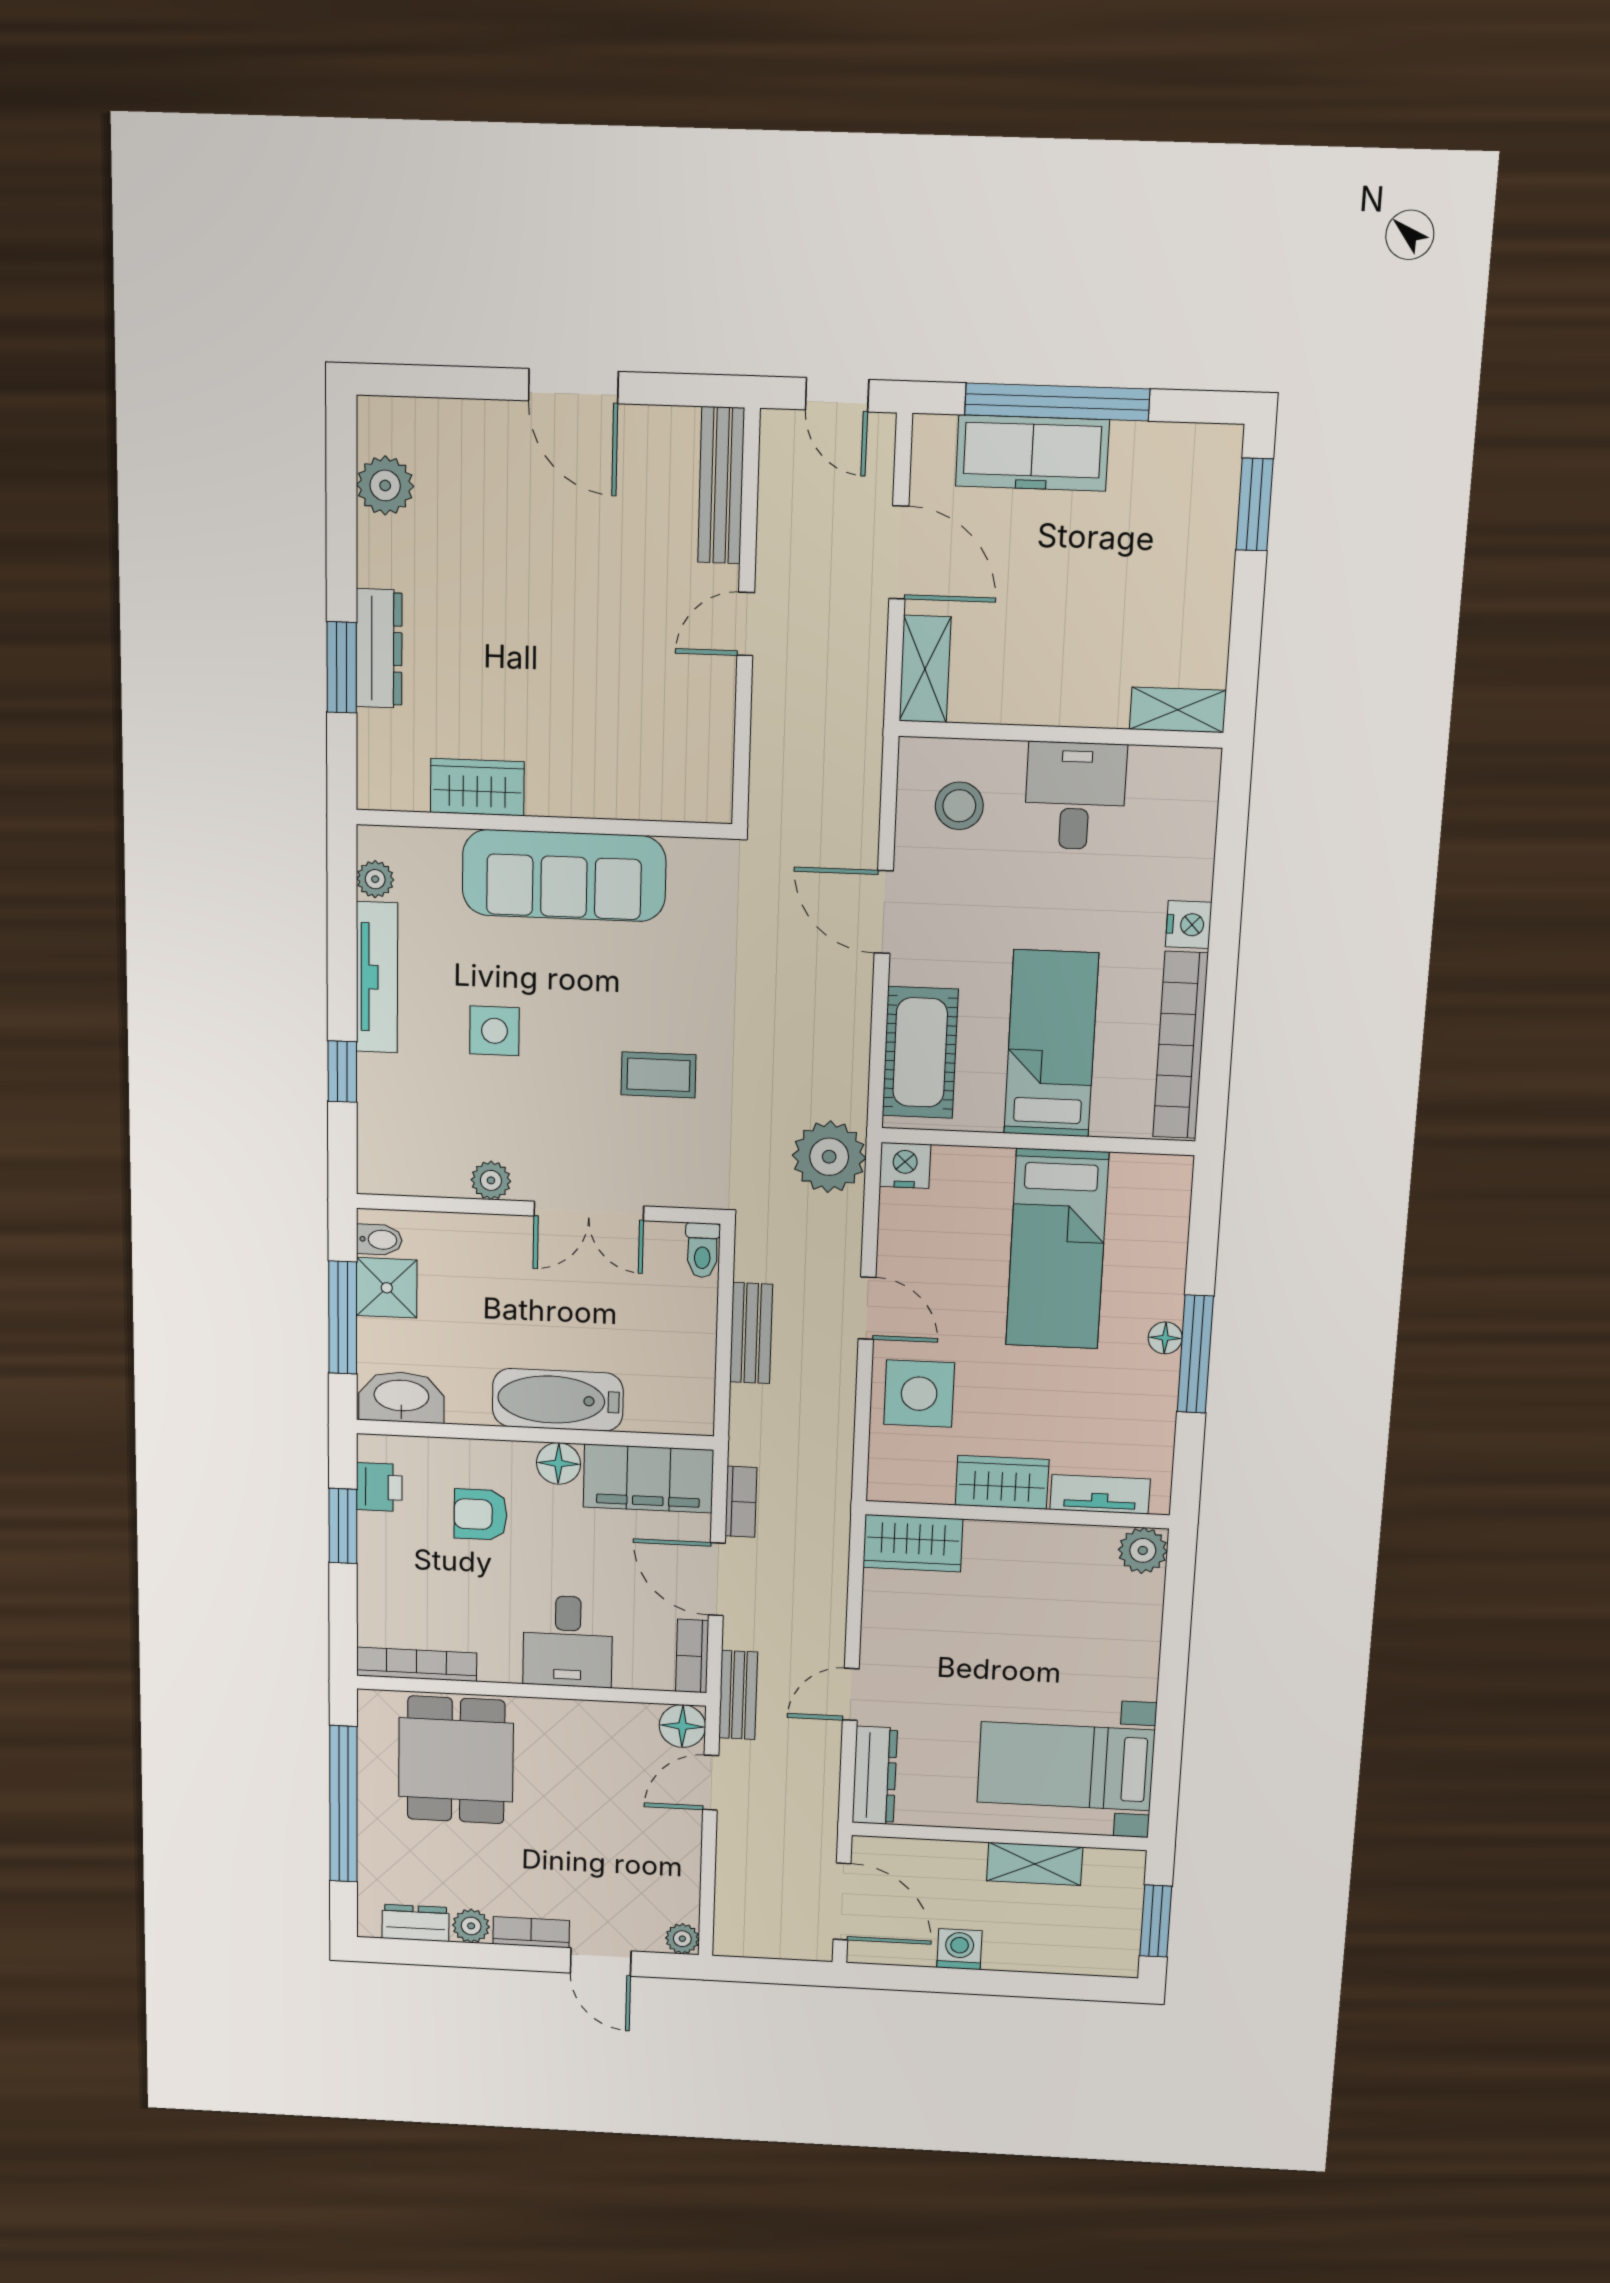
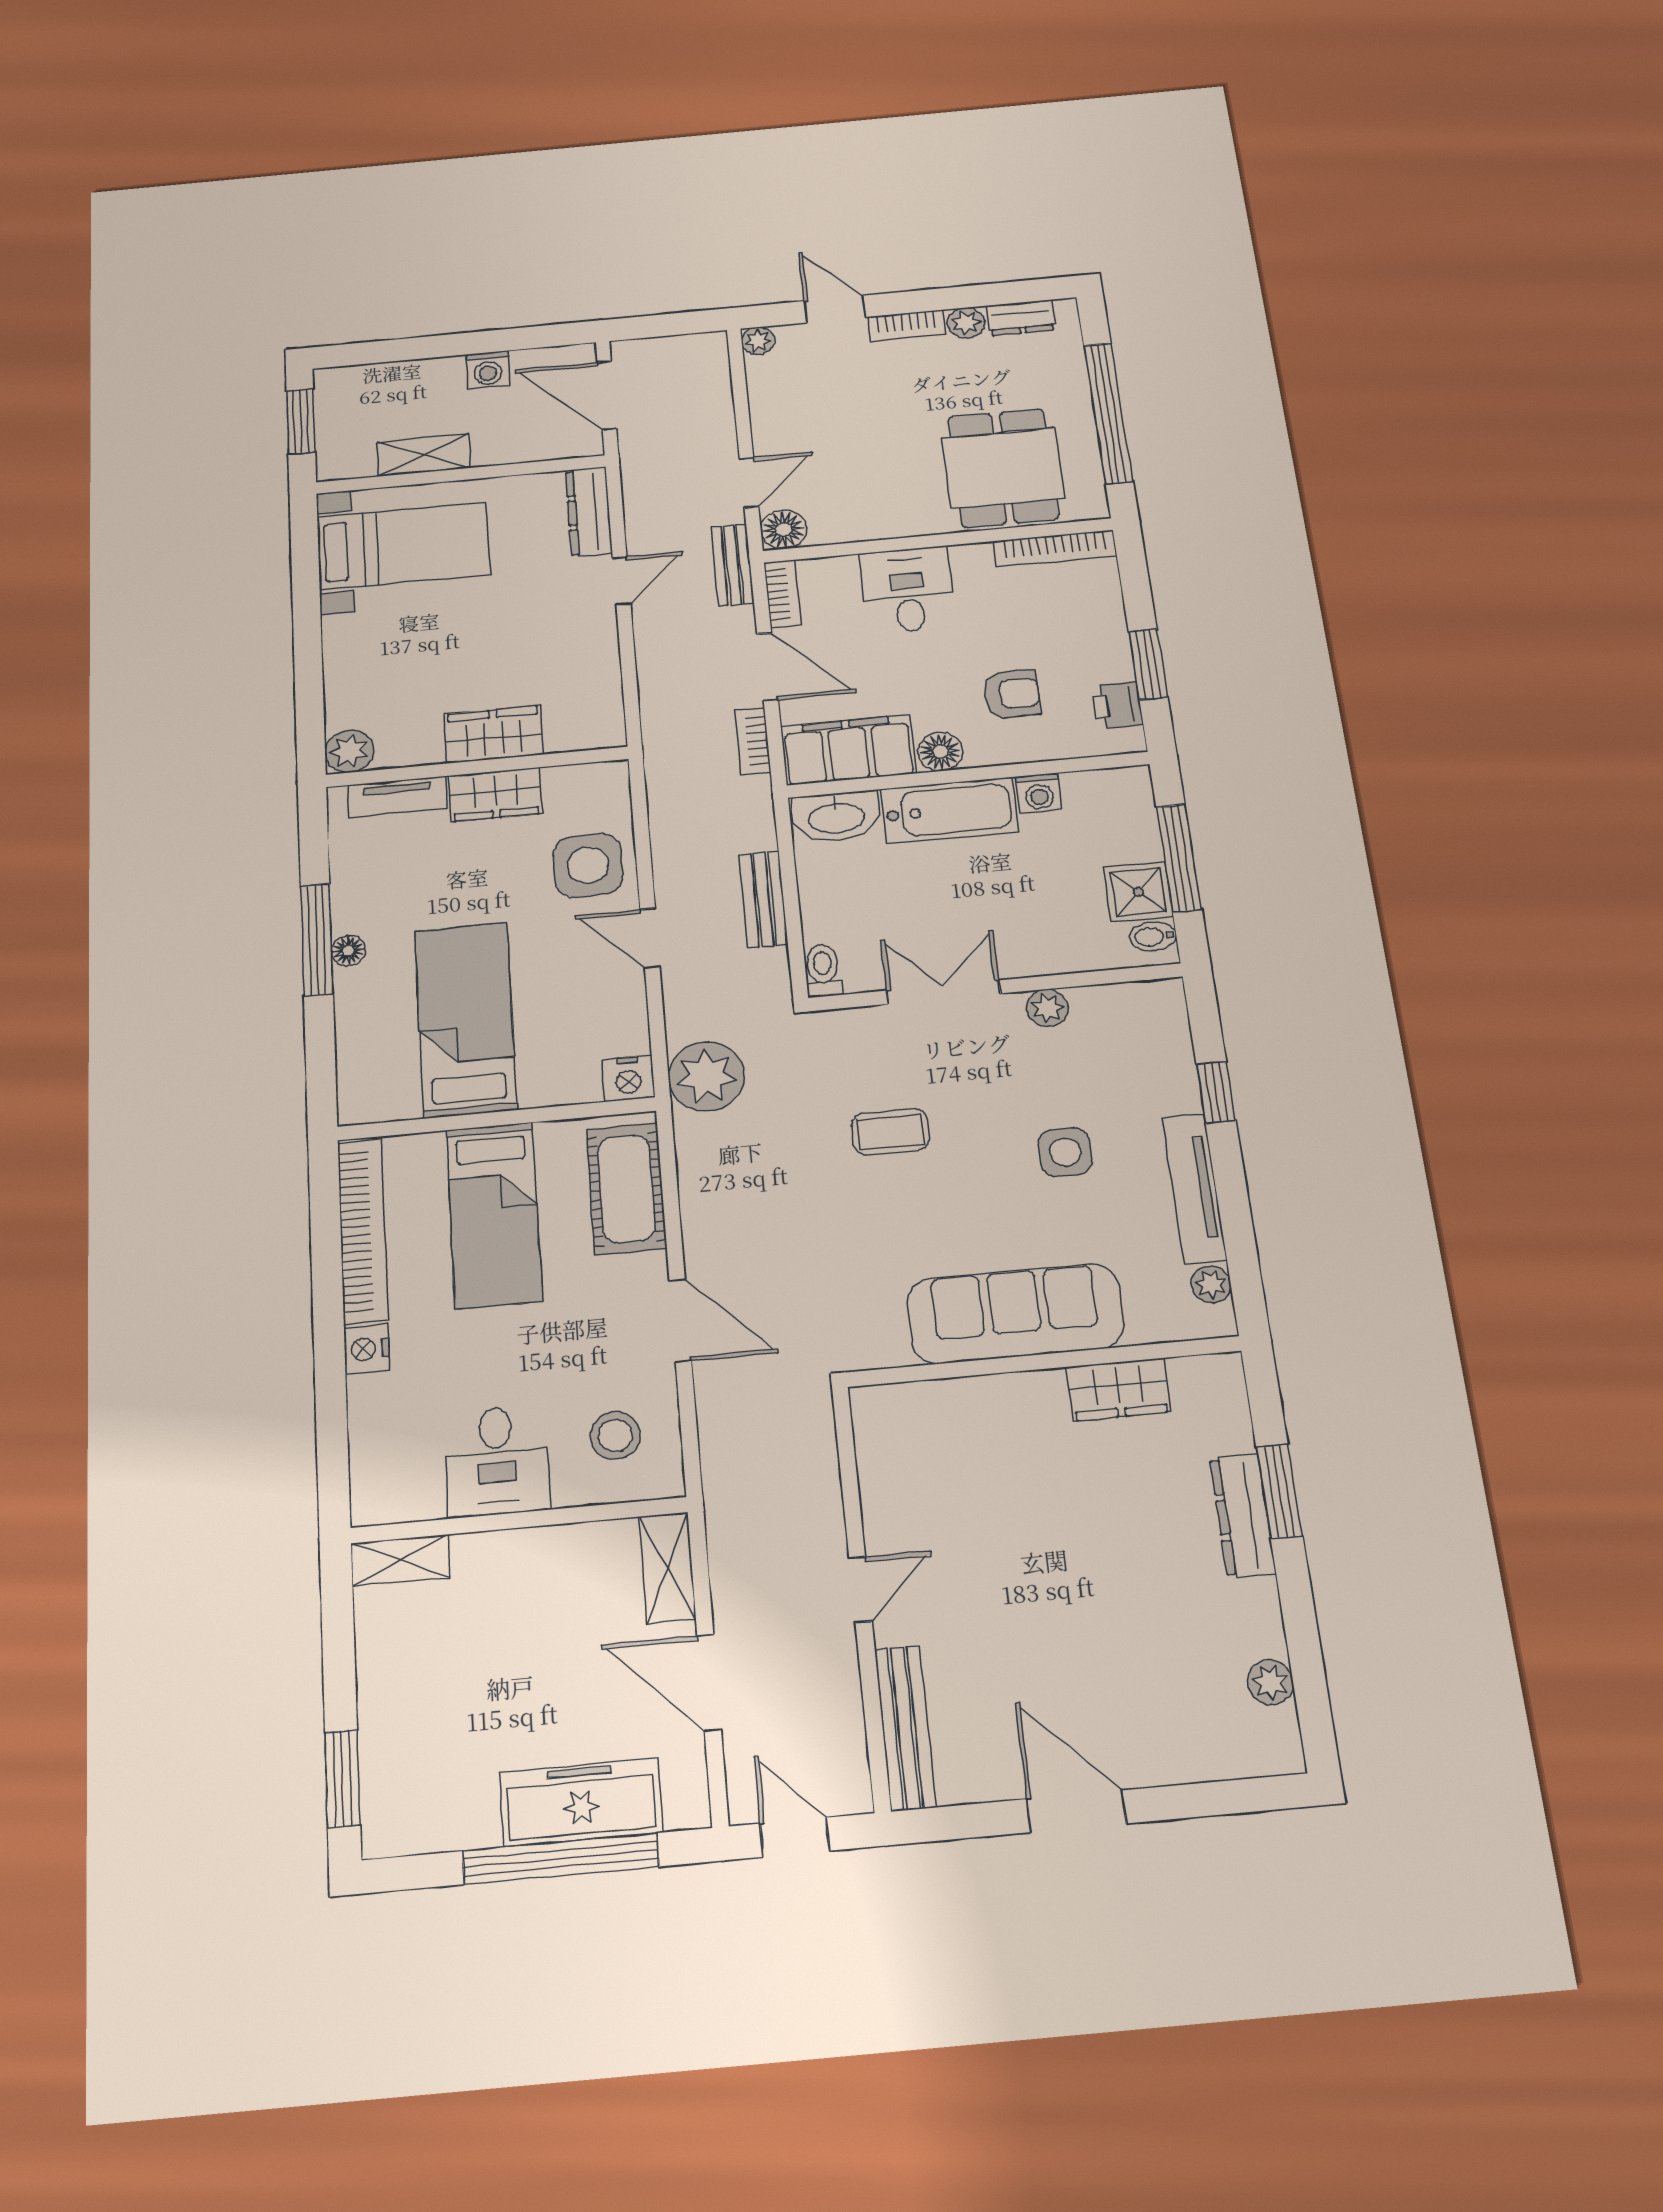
plant: (385, 485) -> (1270, 1682), width x0.73, depth x0.73
washbasin: (401, 1397) -> (836, 817), moved
washing machine: (468, 1405) -> (1039, 793), added
wardrobe: (913, 1543) -> (494, 734), moved

